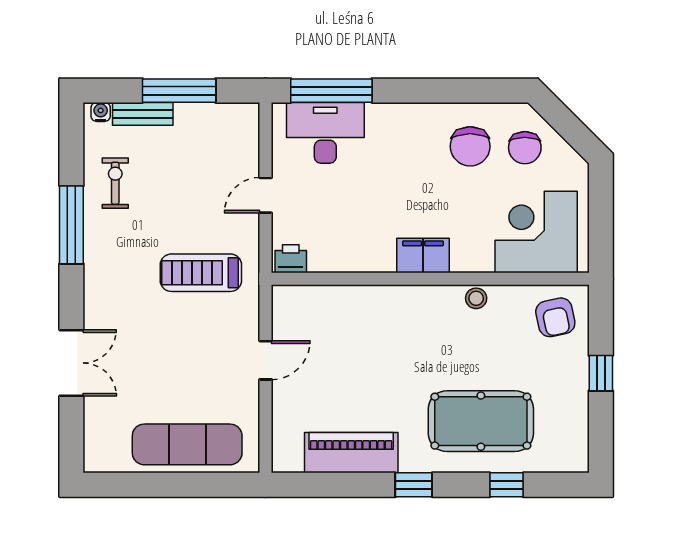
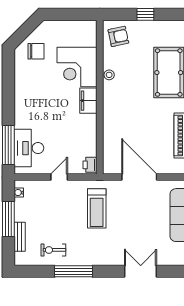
water cooler: (101, 112) -> (19, 193), moved
chair: (470, 146) -> (35, 78), removed
door: (266, 195) -> (59, 177), swing flipped
corner desk: (536, 232) -> (77, 67), moved
door: (266, 360) -> (139, 177), width x1.88

